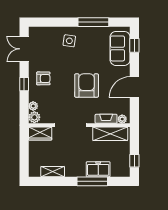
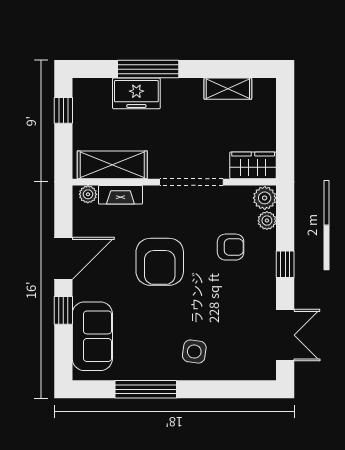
window: (134, 45) -> (63, 310), moved
armchair: (43, 78) -> (231, 247), moved, turned 180

